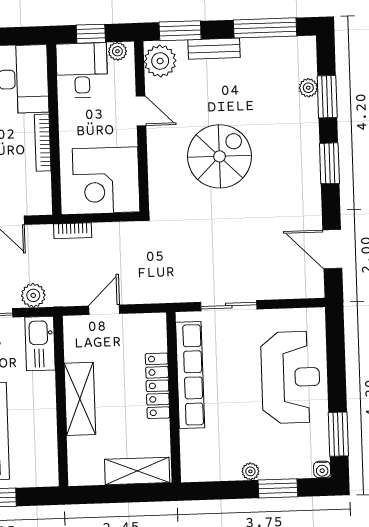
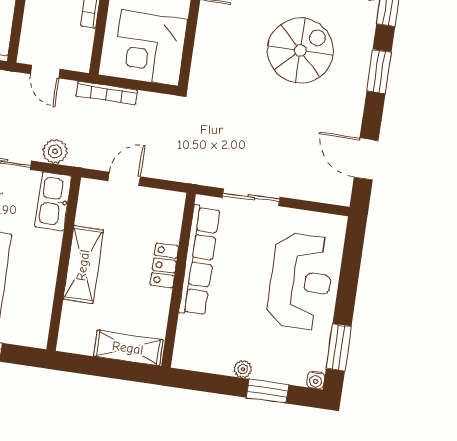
spiral stairs: (219, 156) -> (300, 51), moved
bookcase: (73, 231) -> (107, 93), width x1.56
locker: (157, 386) -> (164, 265), width x0.66

